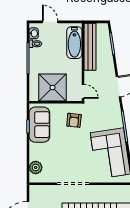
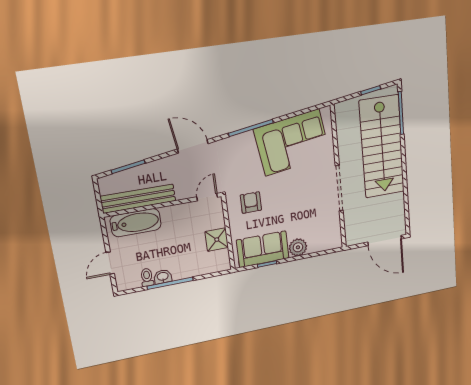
washbasin: (34, 33) -> (163, 277), moved
shower: (52, 88) -> (217, 240), width x0.54, depth x0.54
armchair: (74, 120) -> (251, 203), turned -96
plant: (36, 168) -> (298, 247), moved

